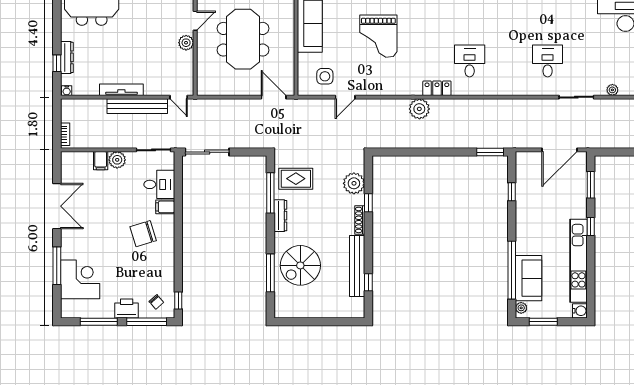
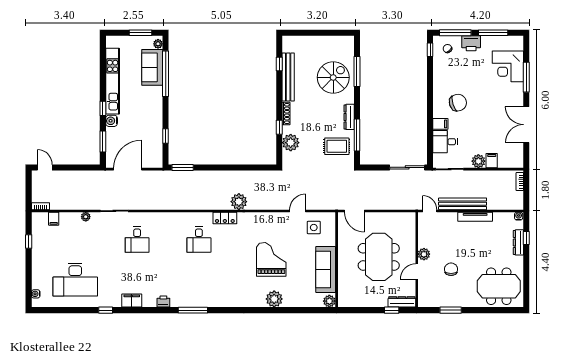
chair: (152, 24) -> (451, 269), added
water cooler: (580, 311) -> (112, 121), moved

